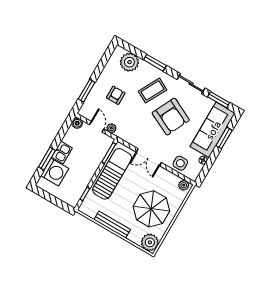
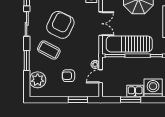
boiler: (77, 123) -> (106, 92), removed
window: (47, 159) -> (131, 100), moved

